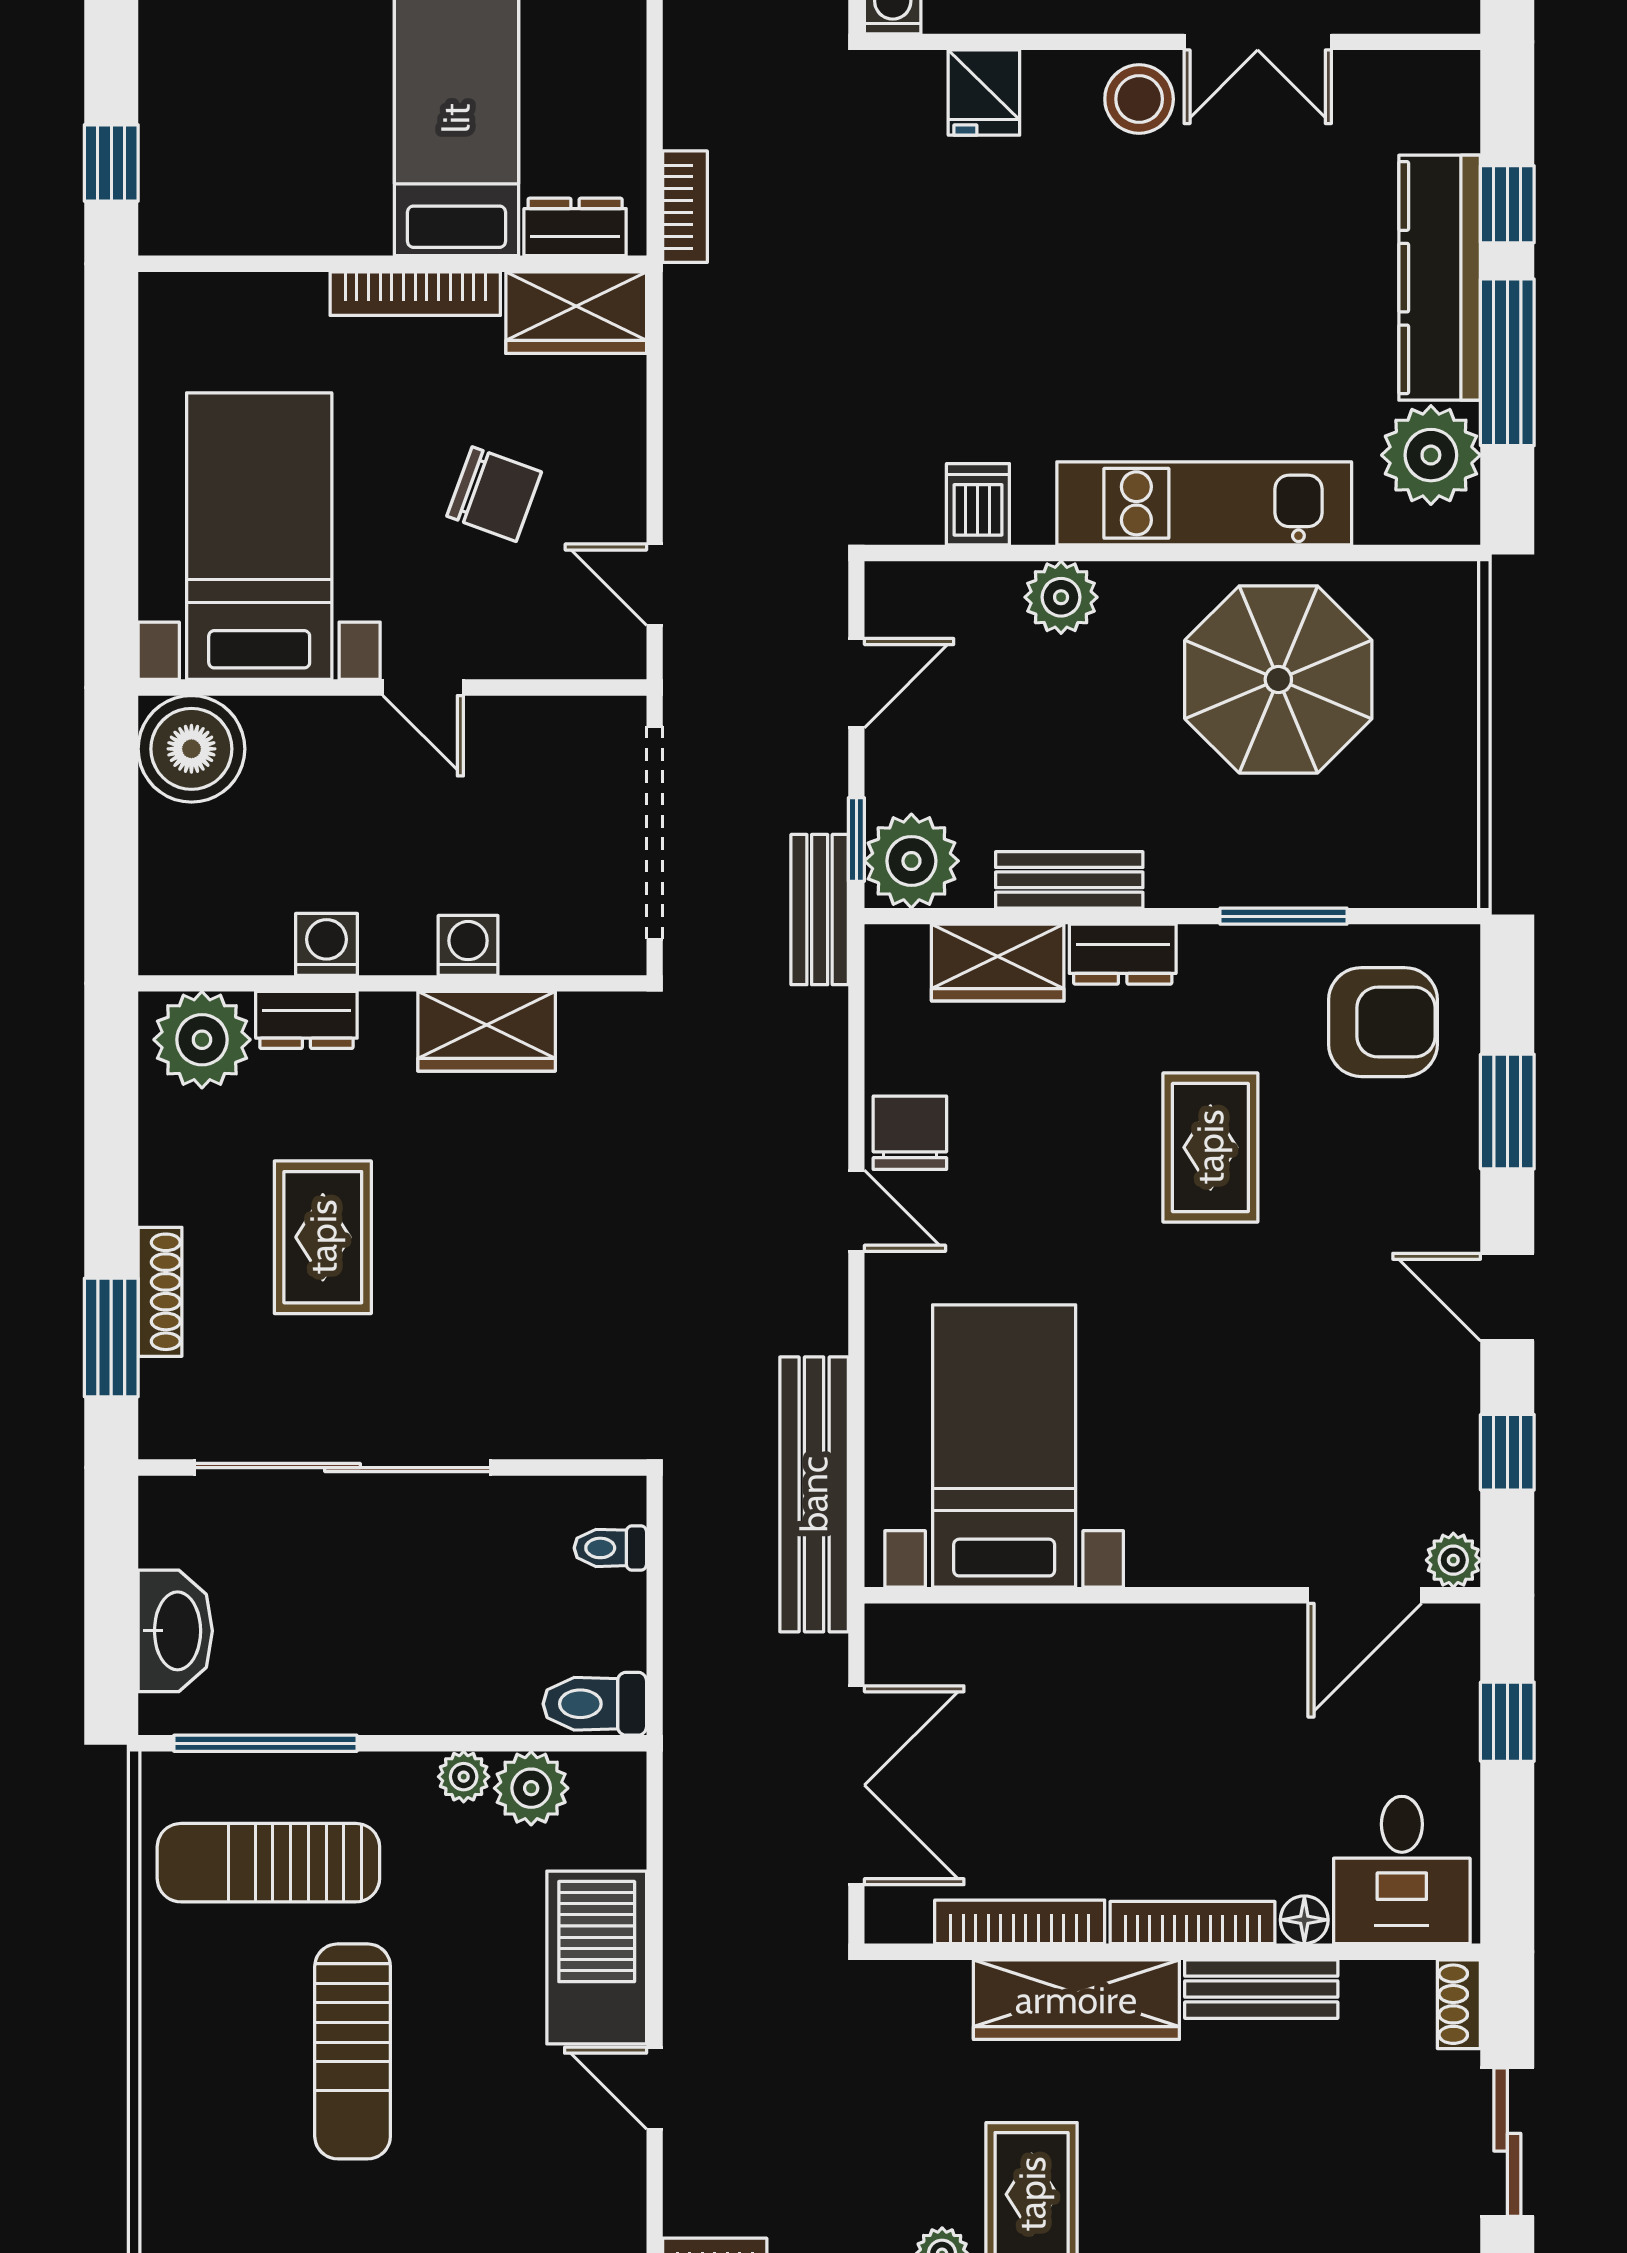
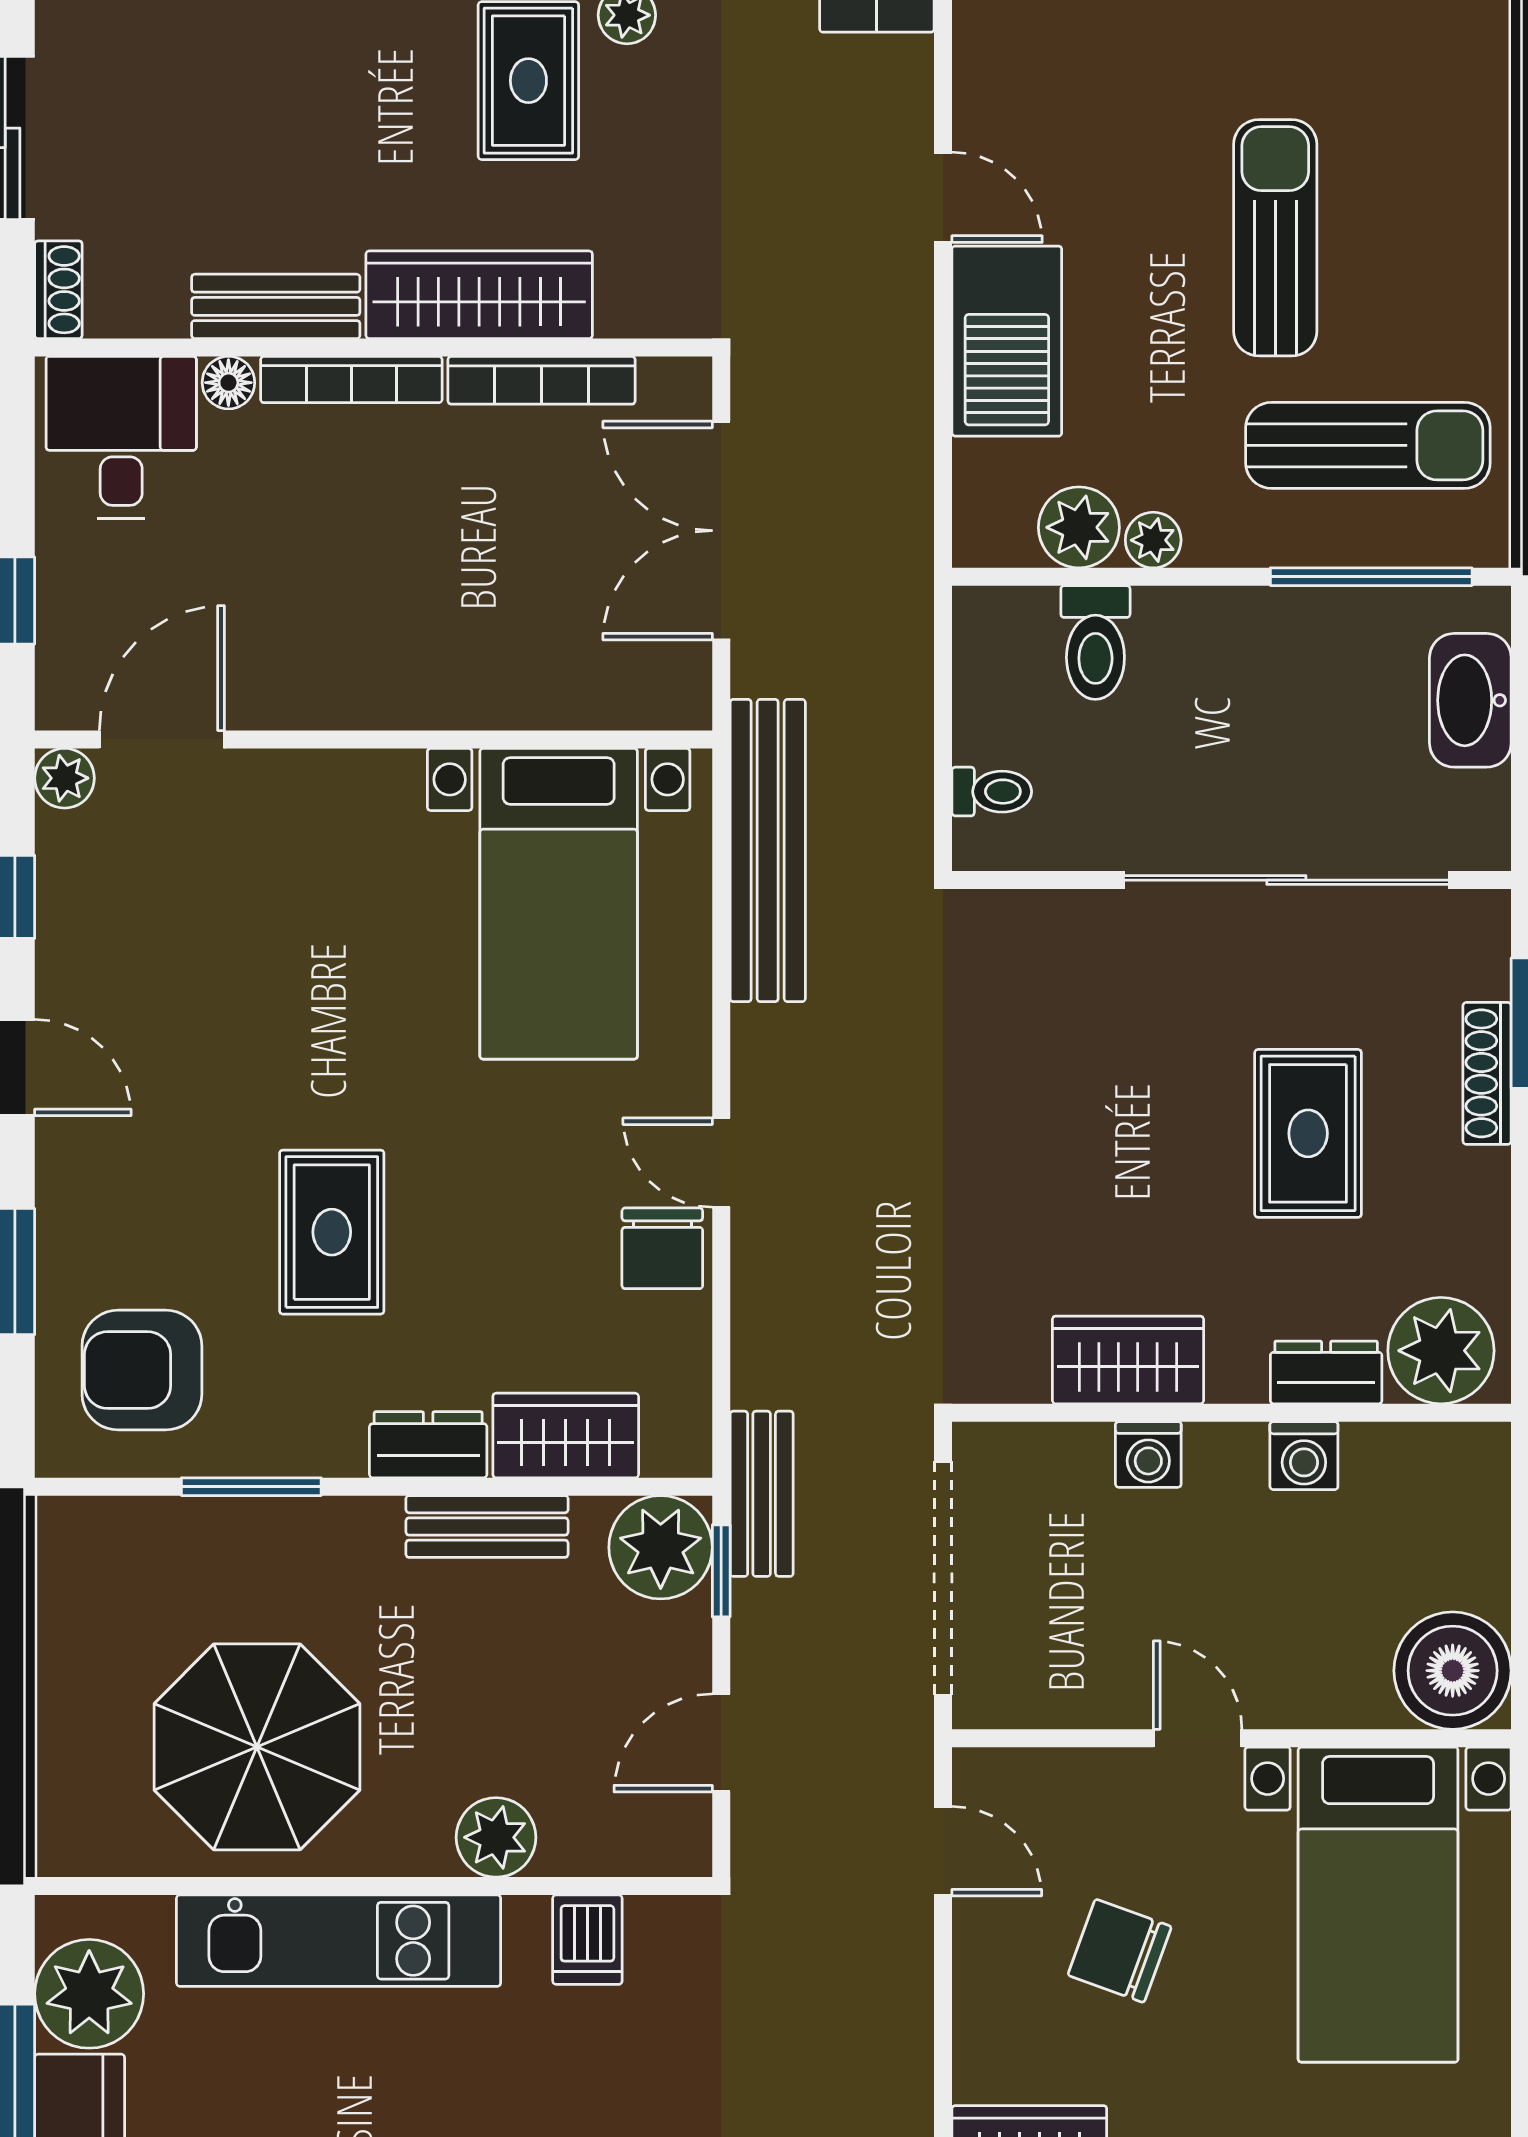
toilet: (595, 1704) -> (1095, 643), moved, turned 90

